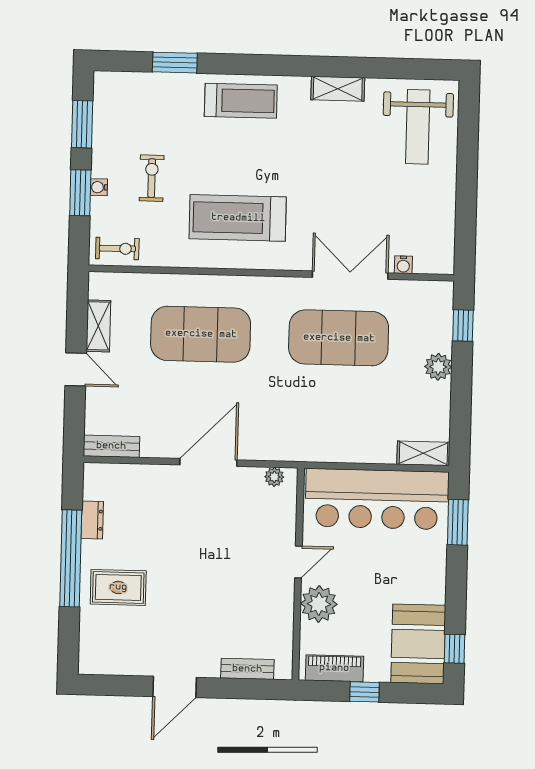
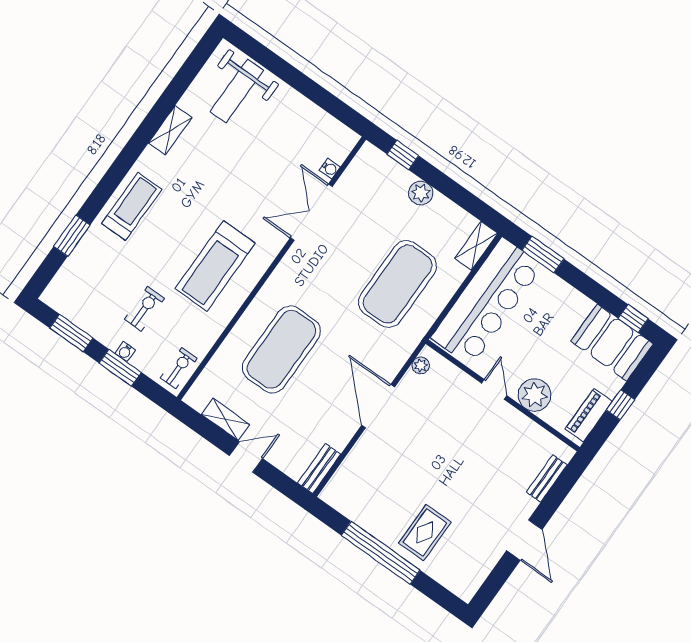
weight bench: (418, 127) -> (237, 91), turned 90
exercise bike: (152, 178) -> (144, 309), turned 90
exercise mat: (339, 338) -> (398, 284), moved
dresser: (92, 520) -> (363, 518), removed

